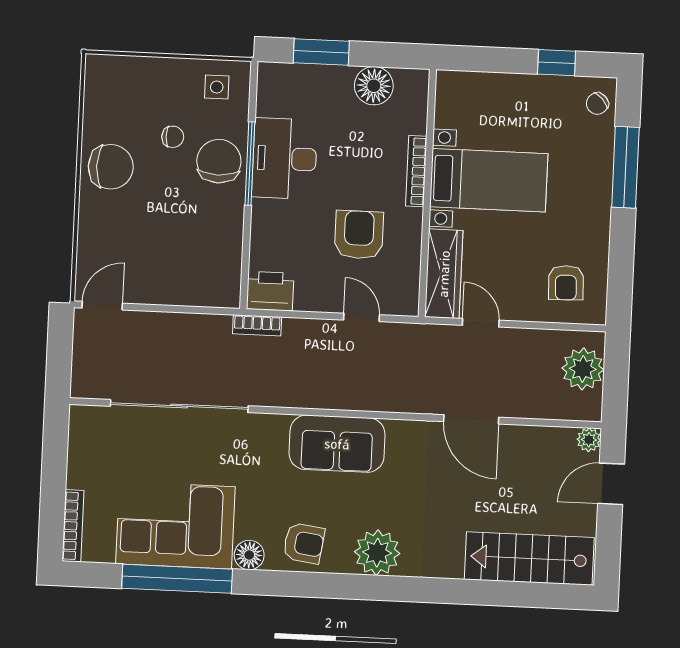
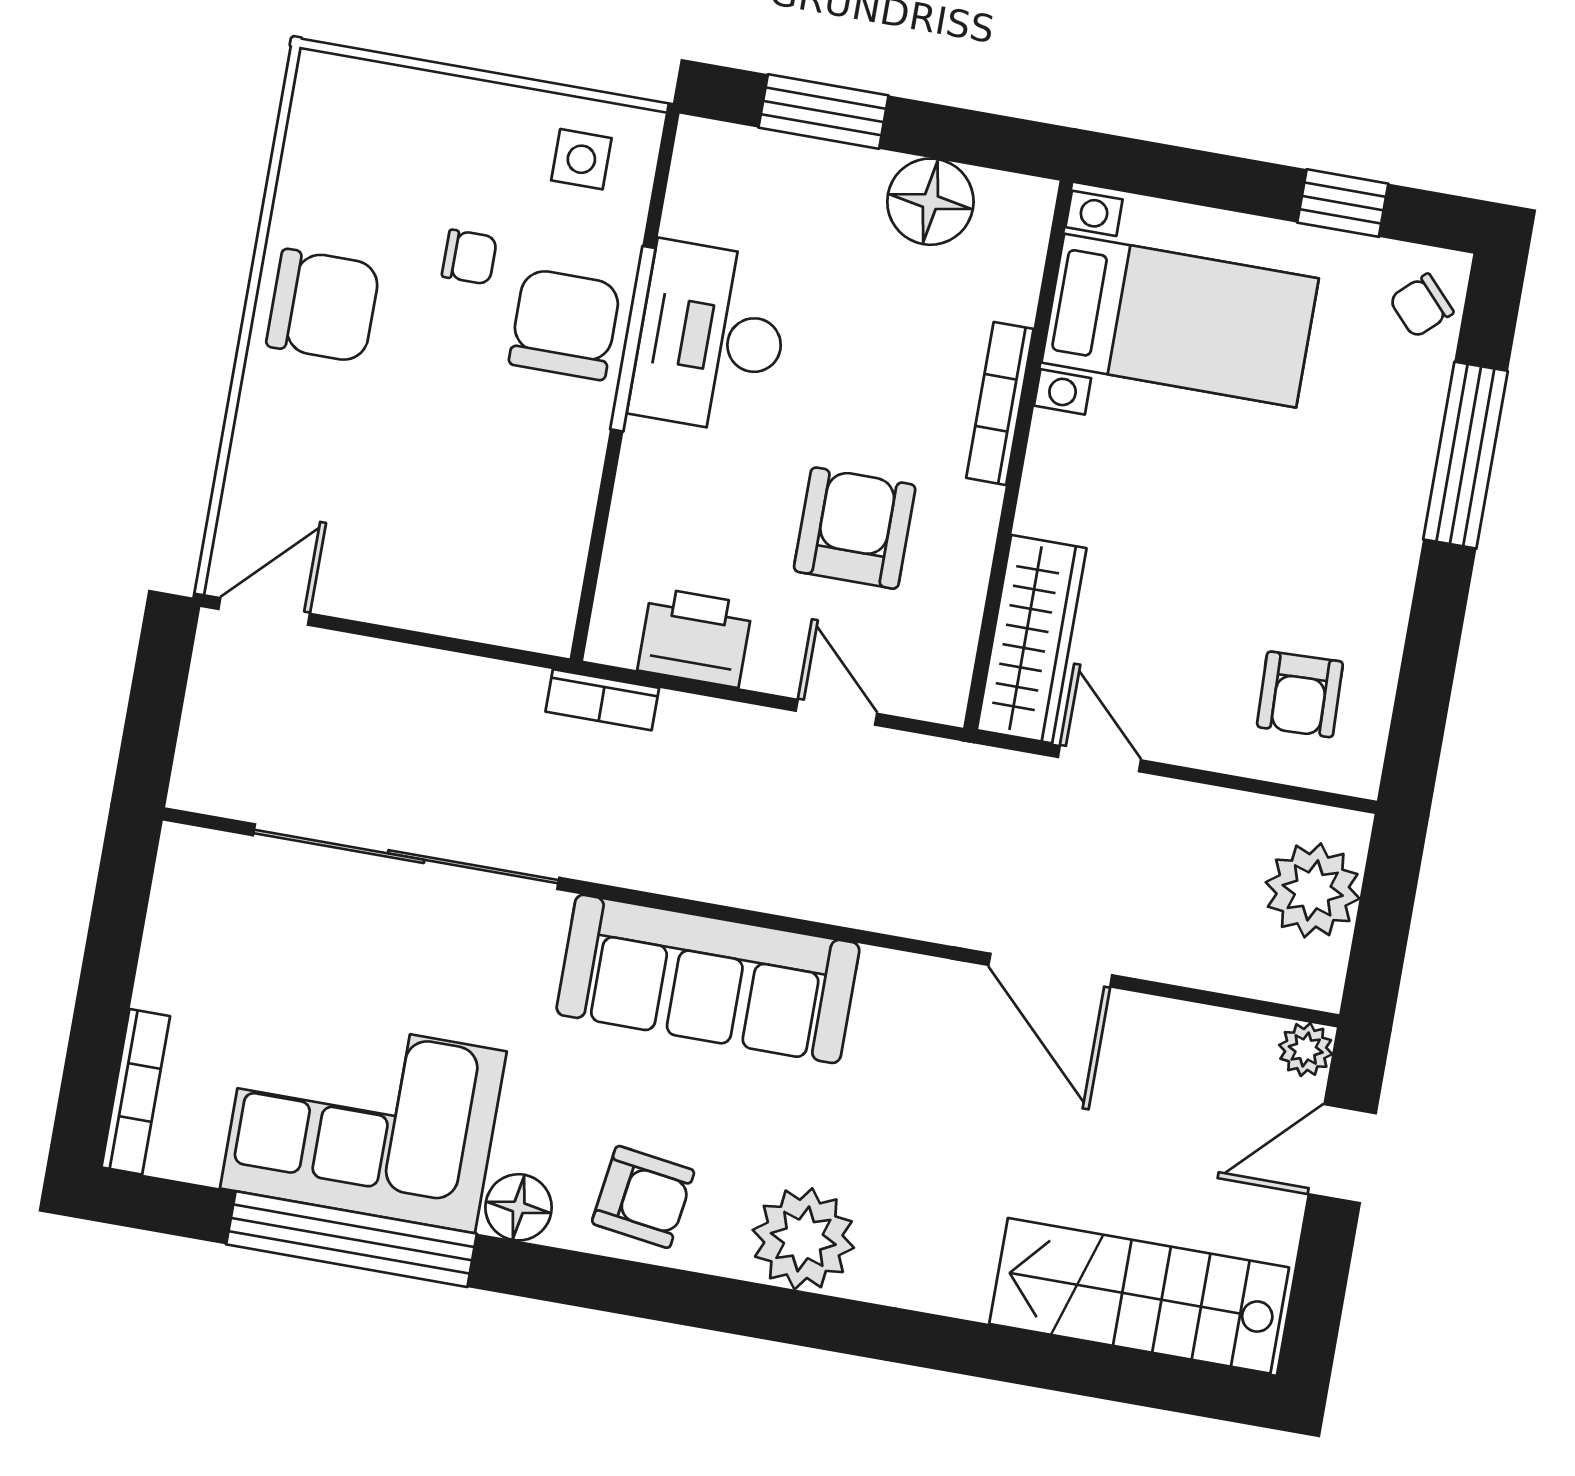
bed with nightstands: (489, 180) -> (1180, 321), moved
printer: (270, 291) -> (695, 637), moved
sofa: (337, 444) -> (708, 979), width x1.36

